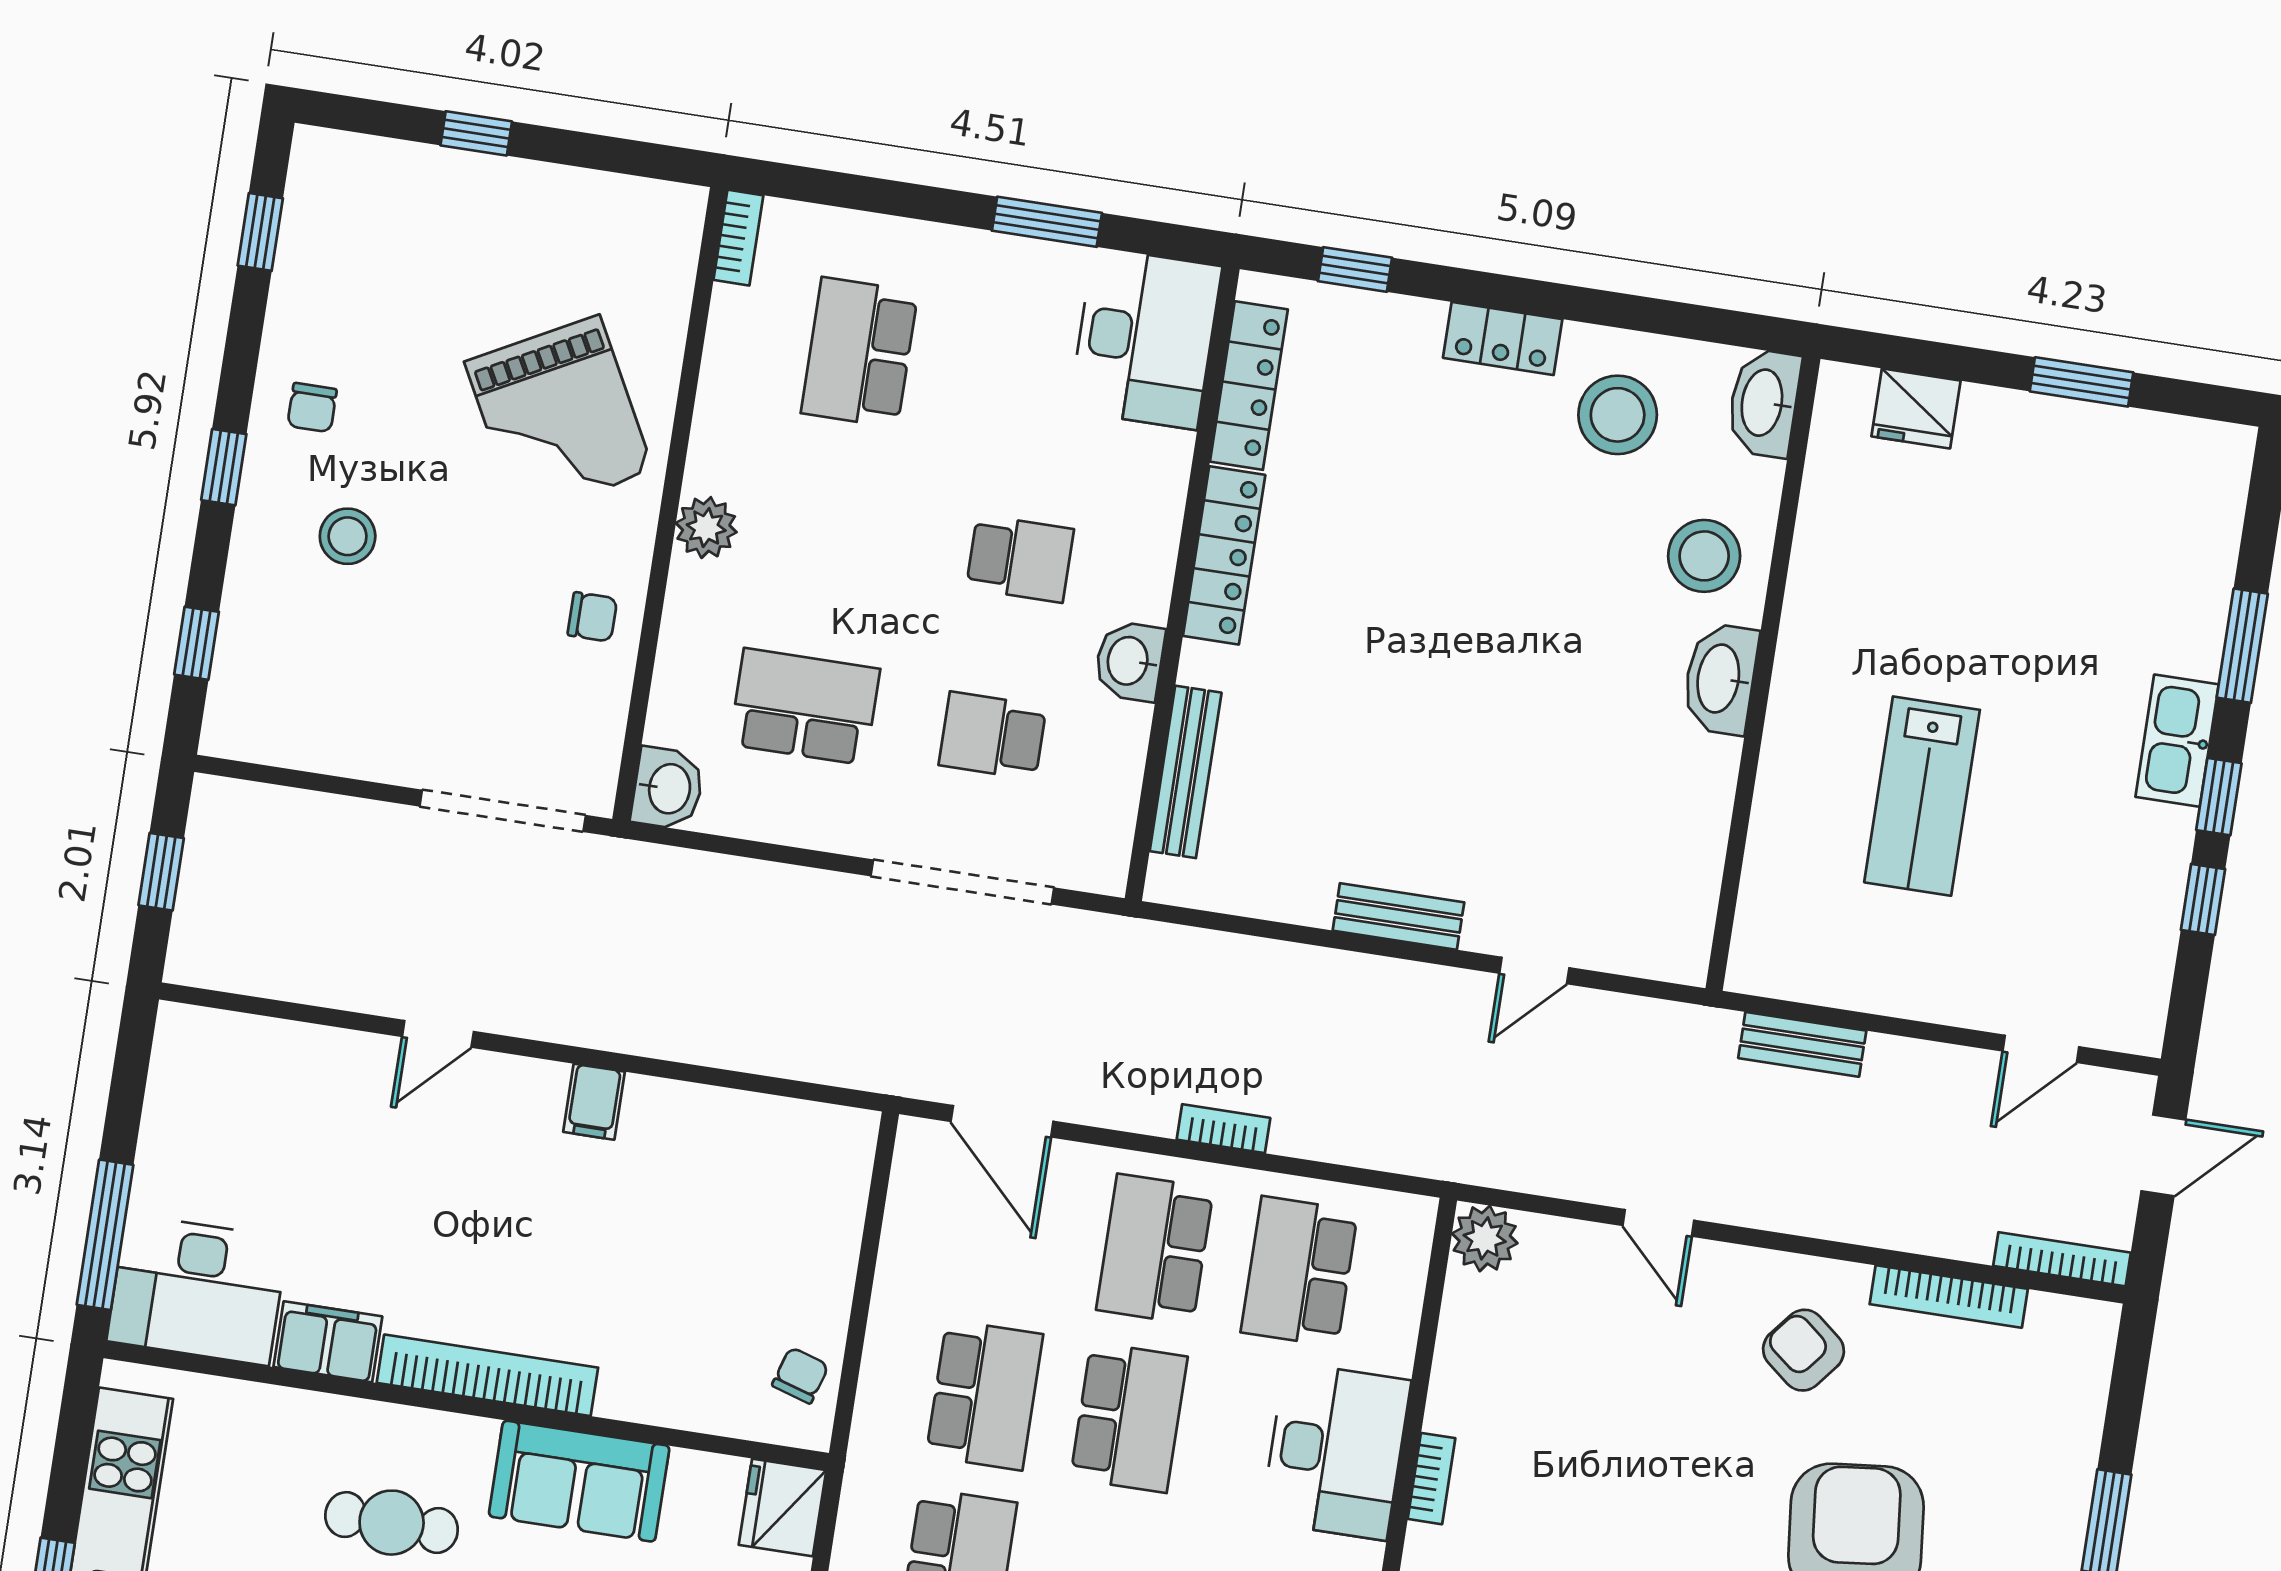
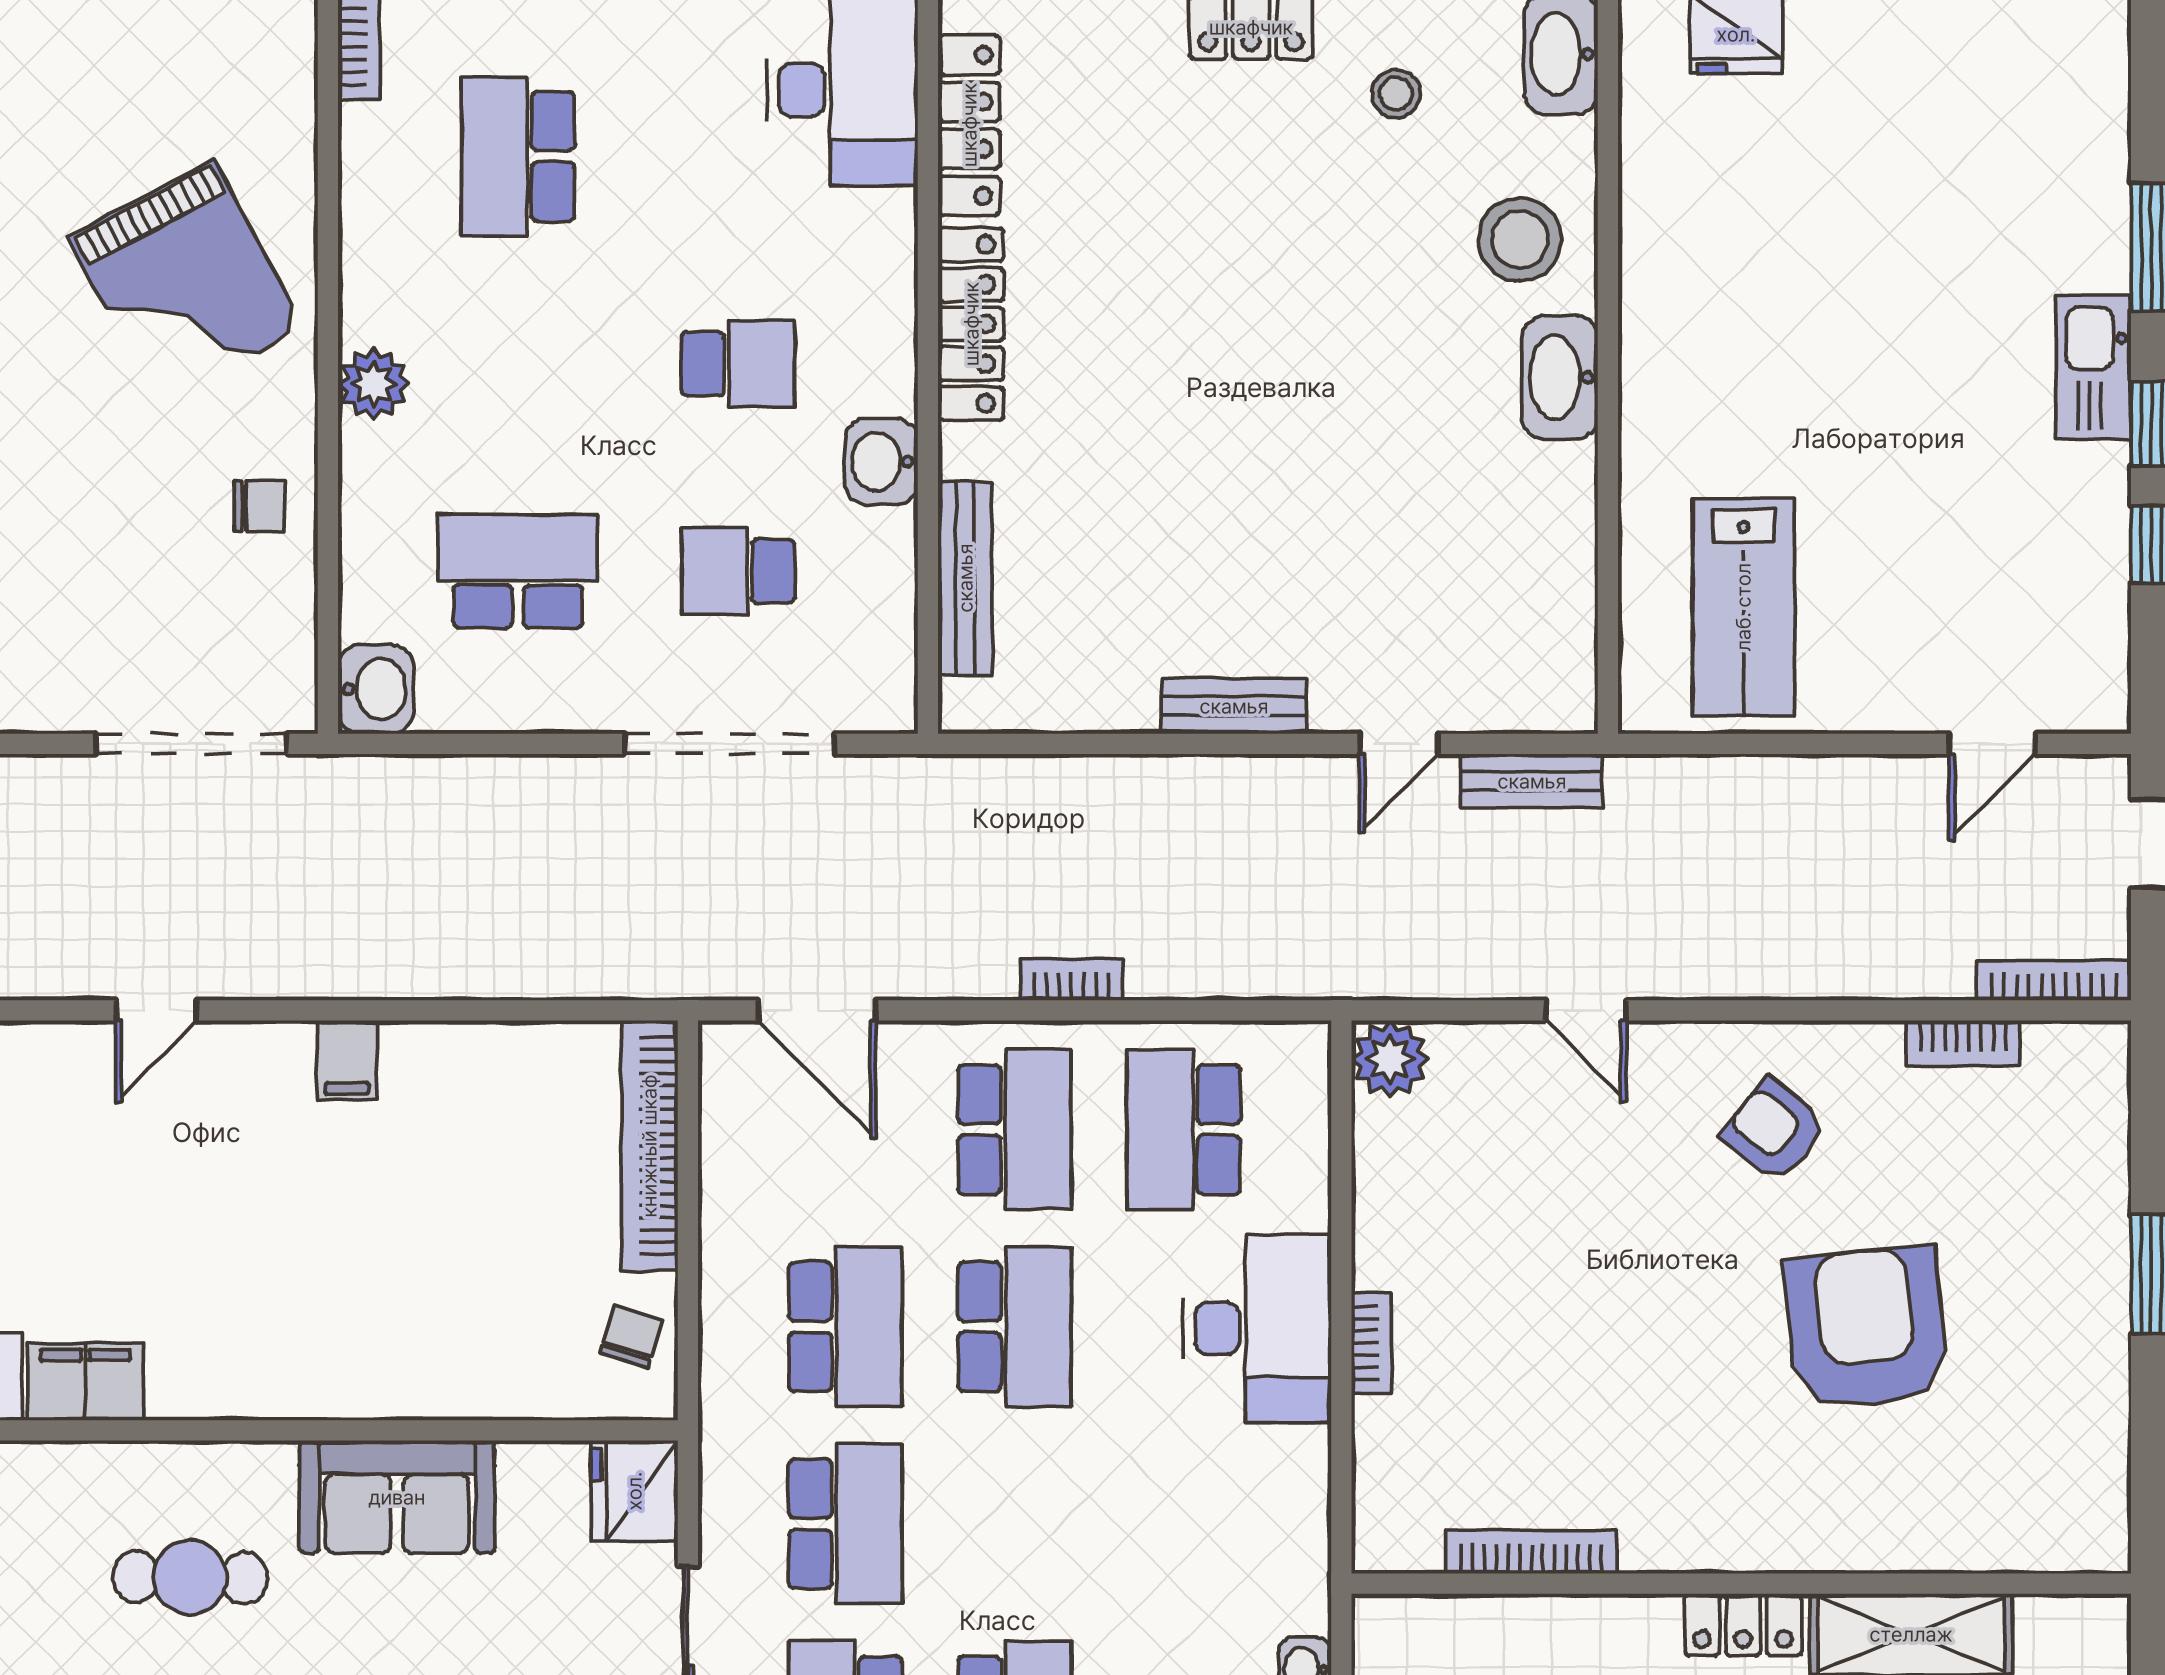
stool: (1618, 415) -> (1396, 94), width x0.53, depth x0.53
lab bench: (1922, 796) -> (1743, 607), moved
bench: (1802, 1044) -> (1532, 781), moved
school desk: (1155, 1249) -> (1015, 1130), turned 180
bookcase: (1949, 1297) -> (1963, 1043), width x0.64
bookcase: (487, 1375) -> (649, 1146), moved, turned -90

